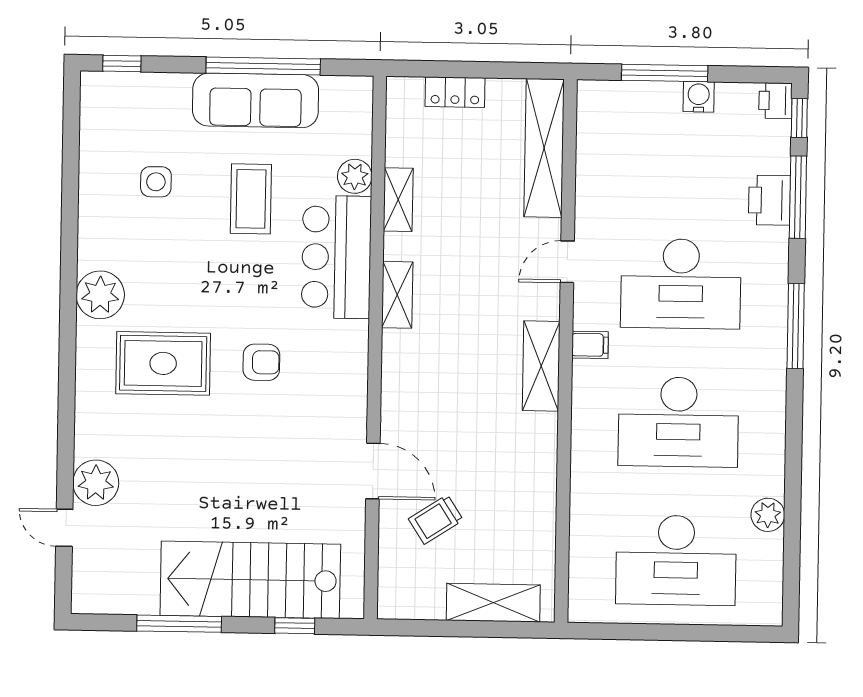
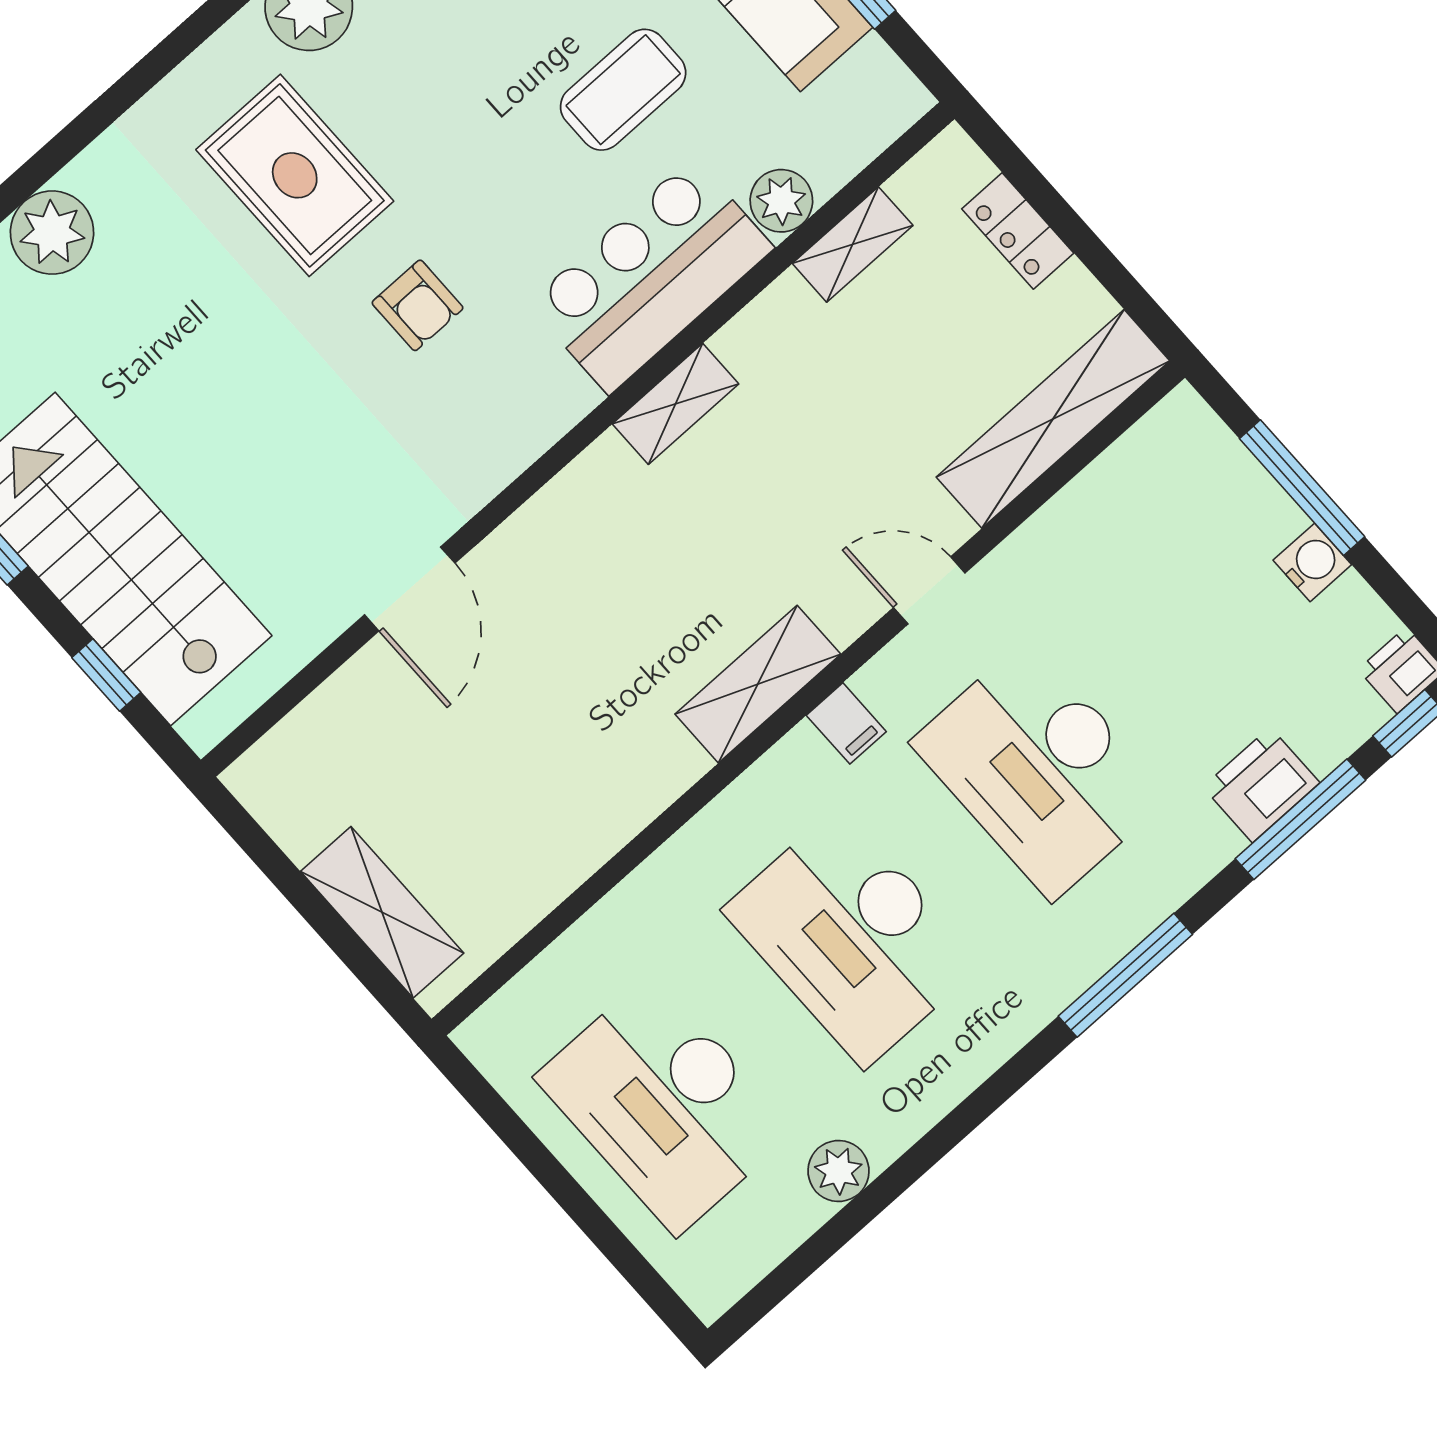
shelving: (398, 200) -> (853, 244), moved
trolley: (436, 519) -> (423, 733), removed

